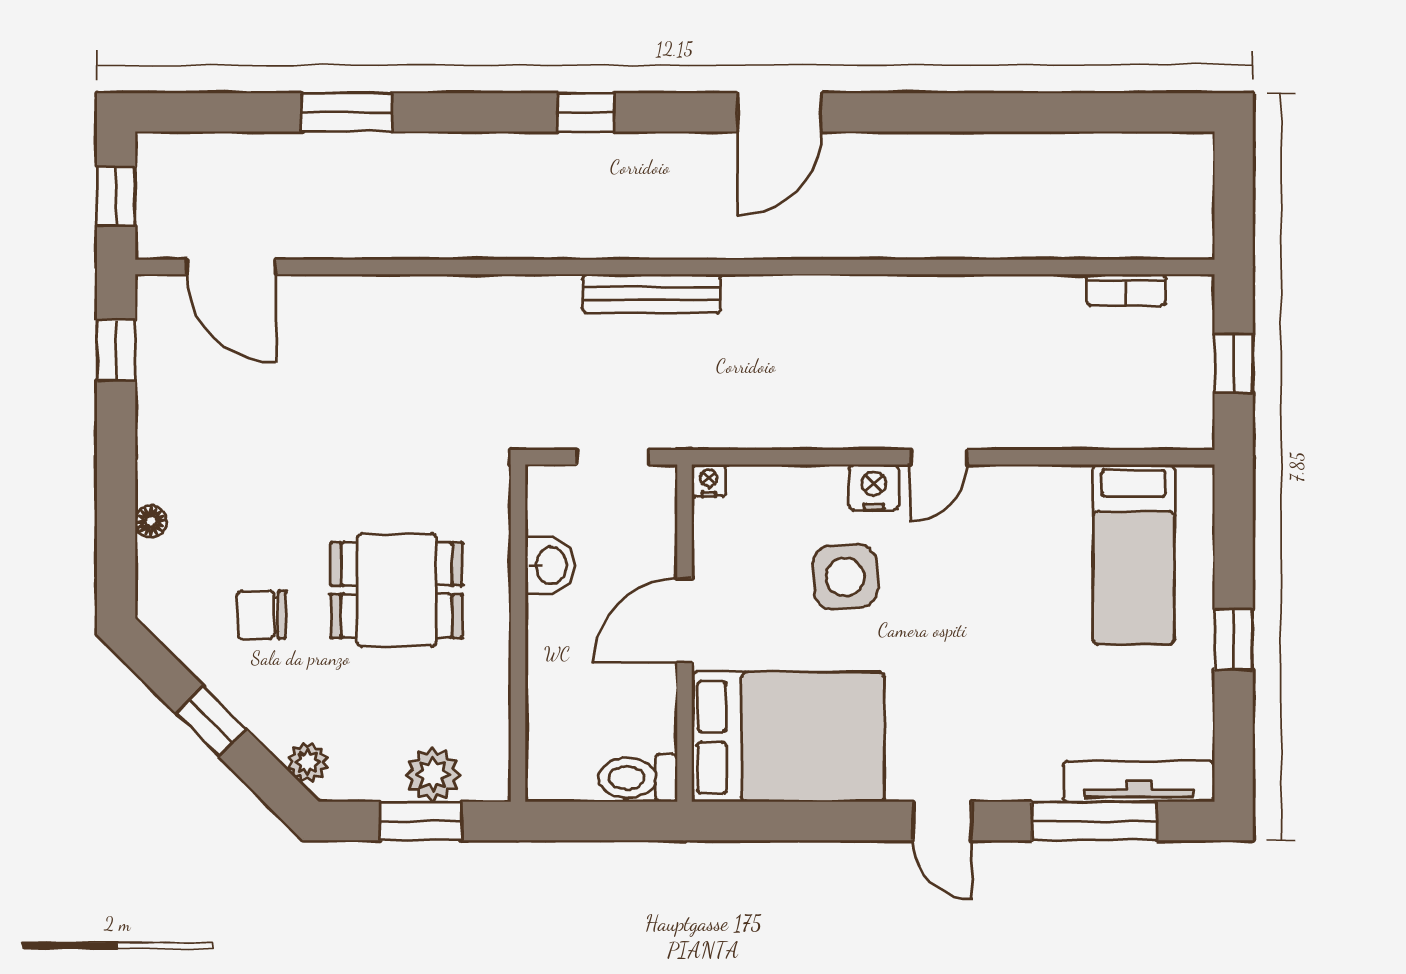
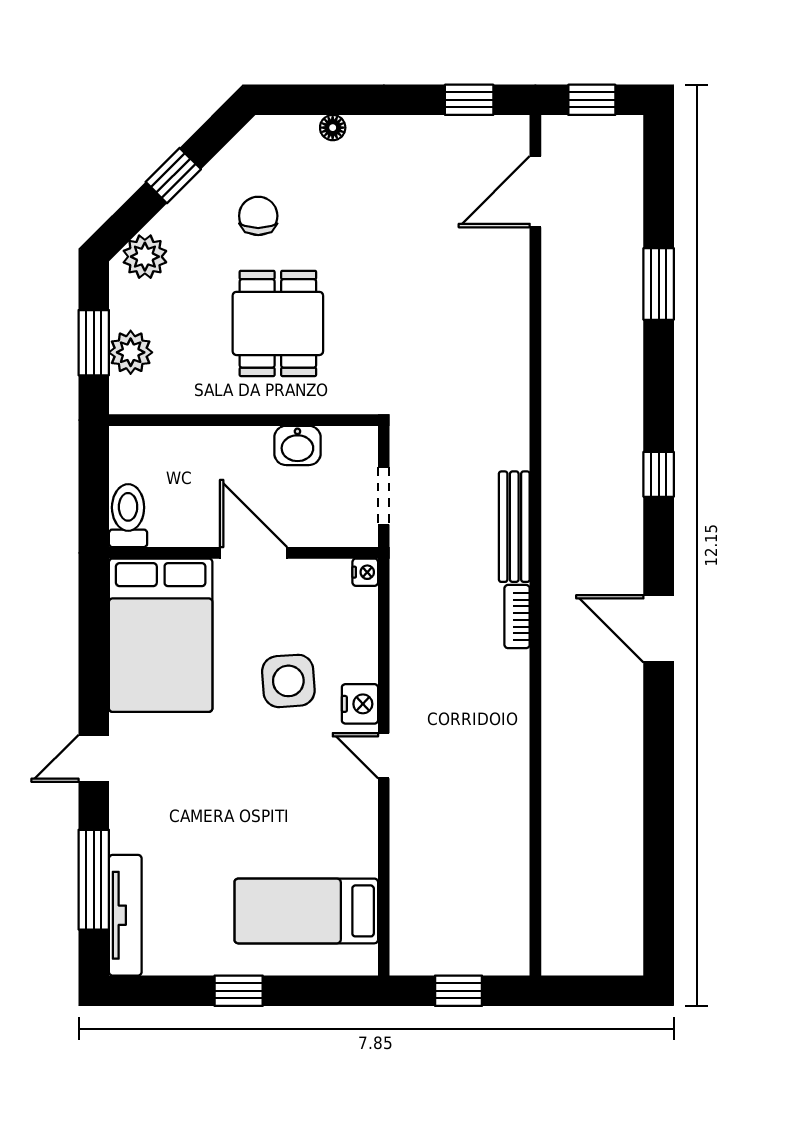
bookcase: (1126, 290) -> (517, 617), moved
plant: (307, 762) -> (145, 257), width x1.38, depth x1.38

